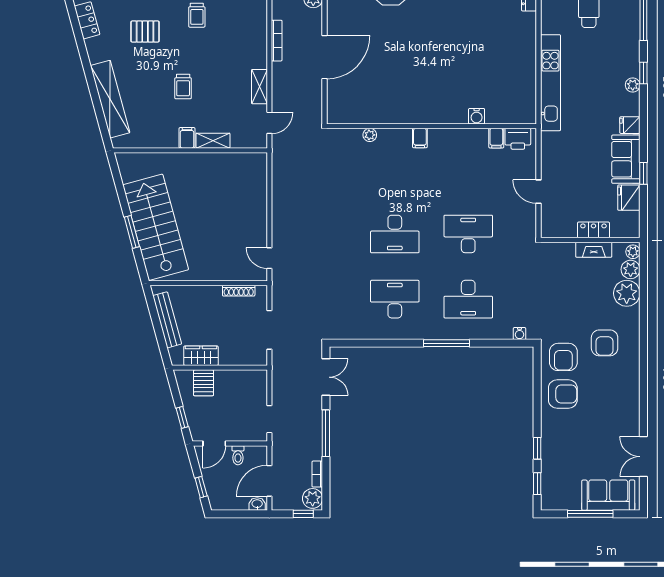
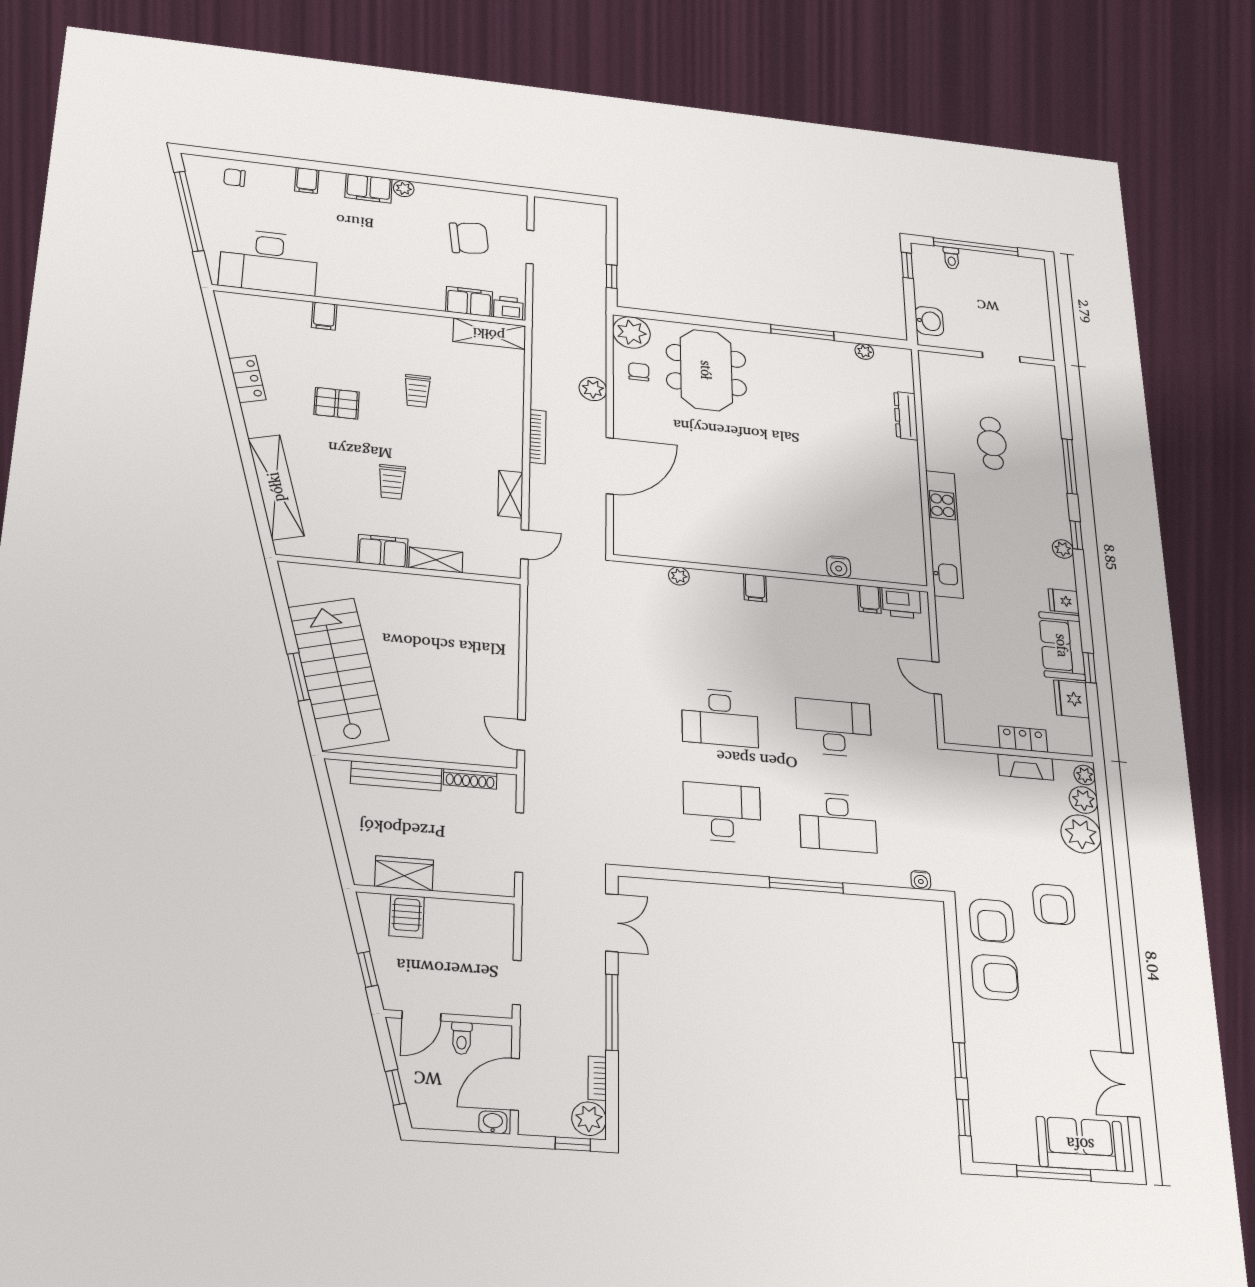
filing cabinet: (187, 138) -> (383, 551), width x2.00
bench: (167, 320) -> (396, 776), moved, turned -75

